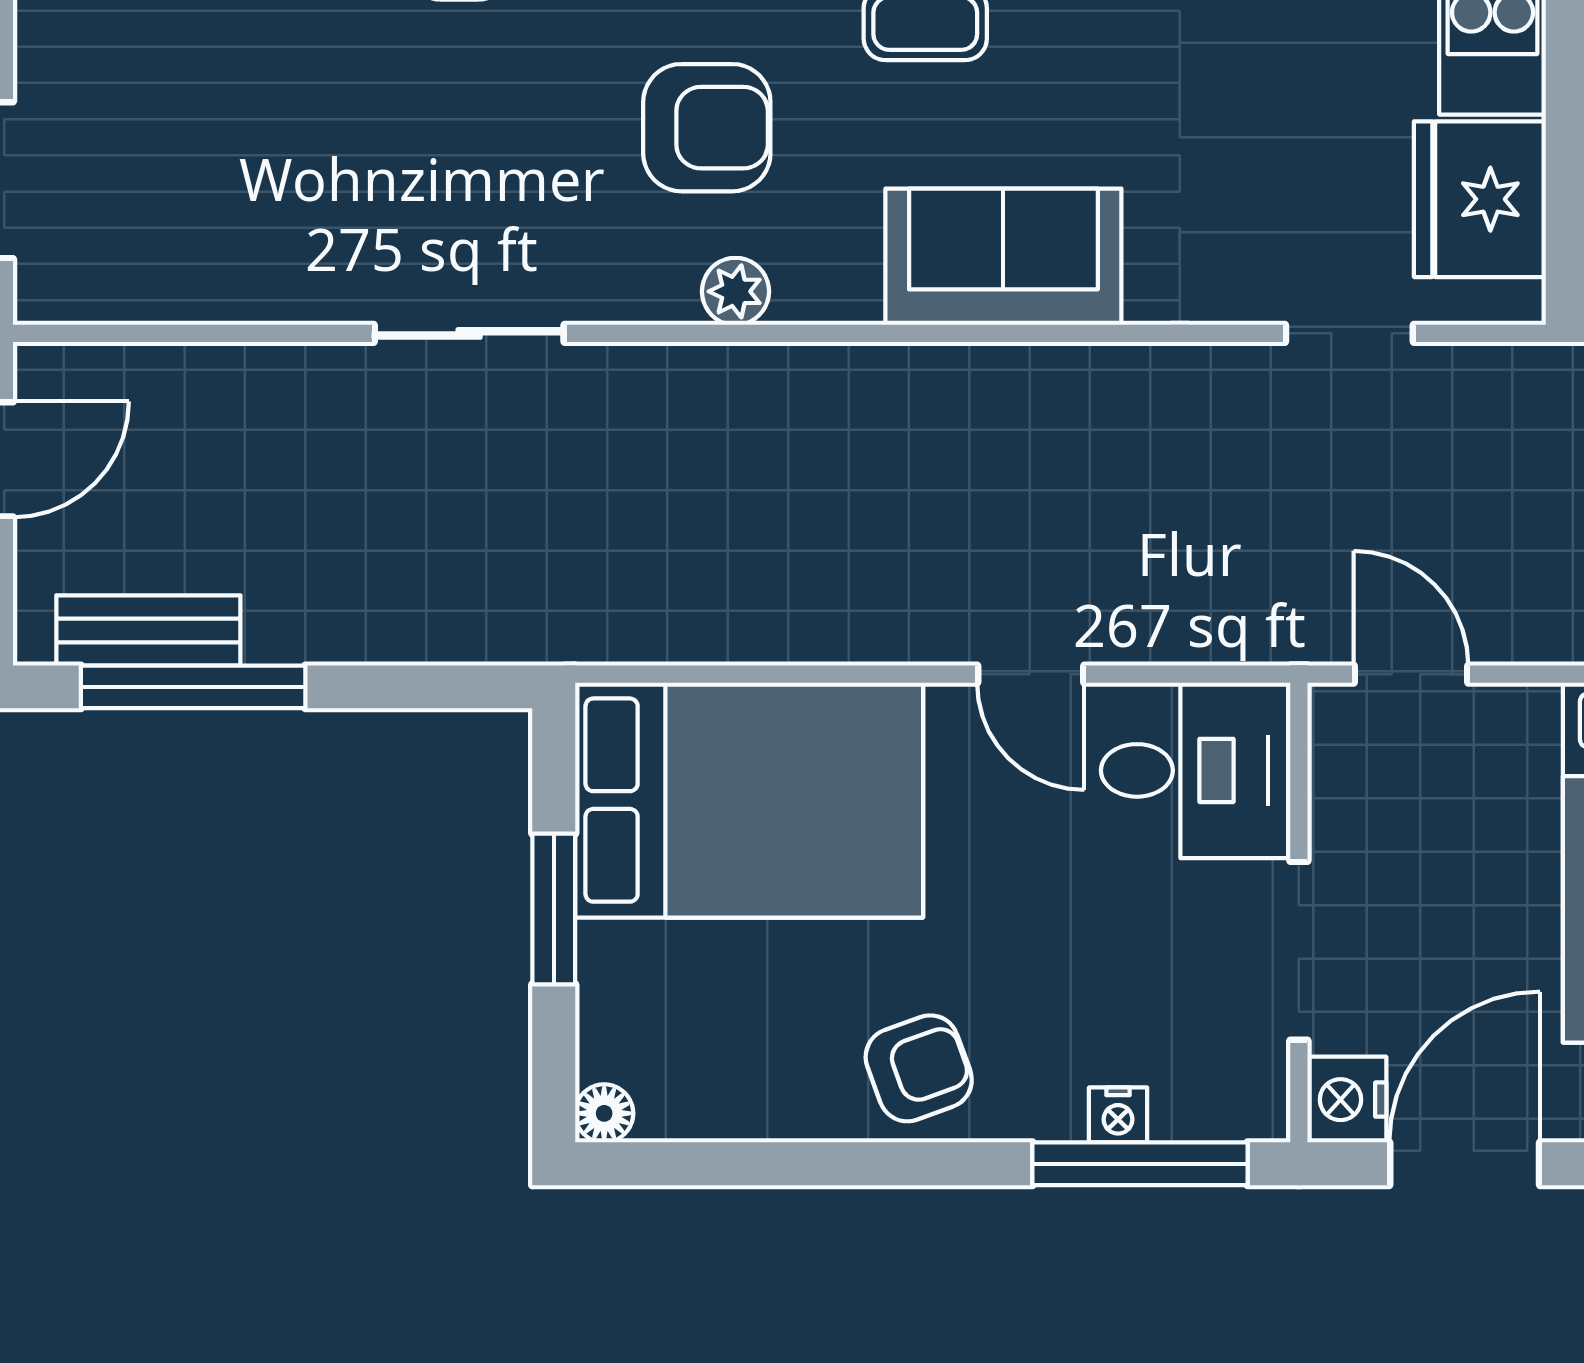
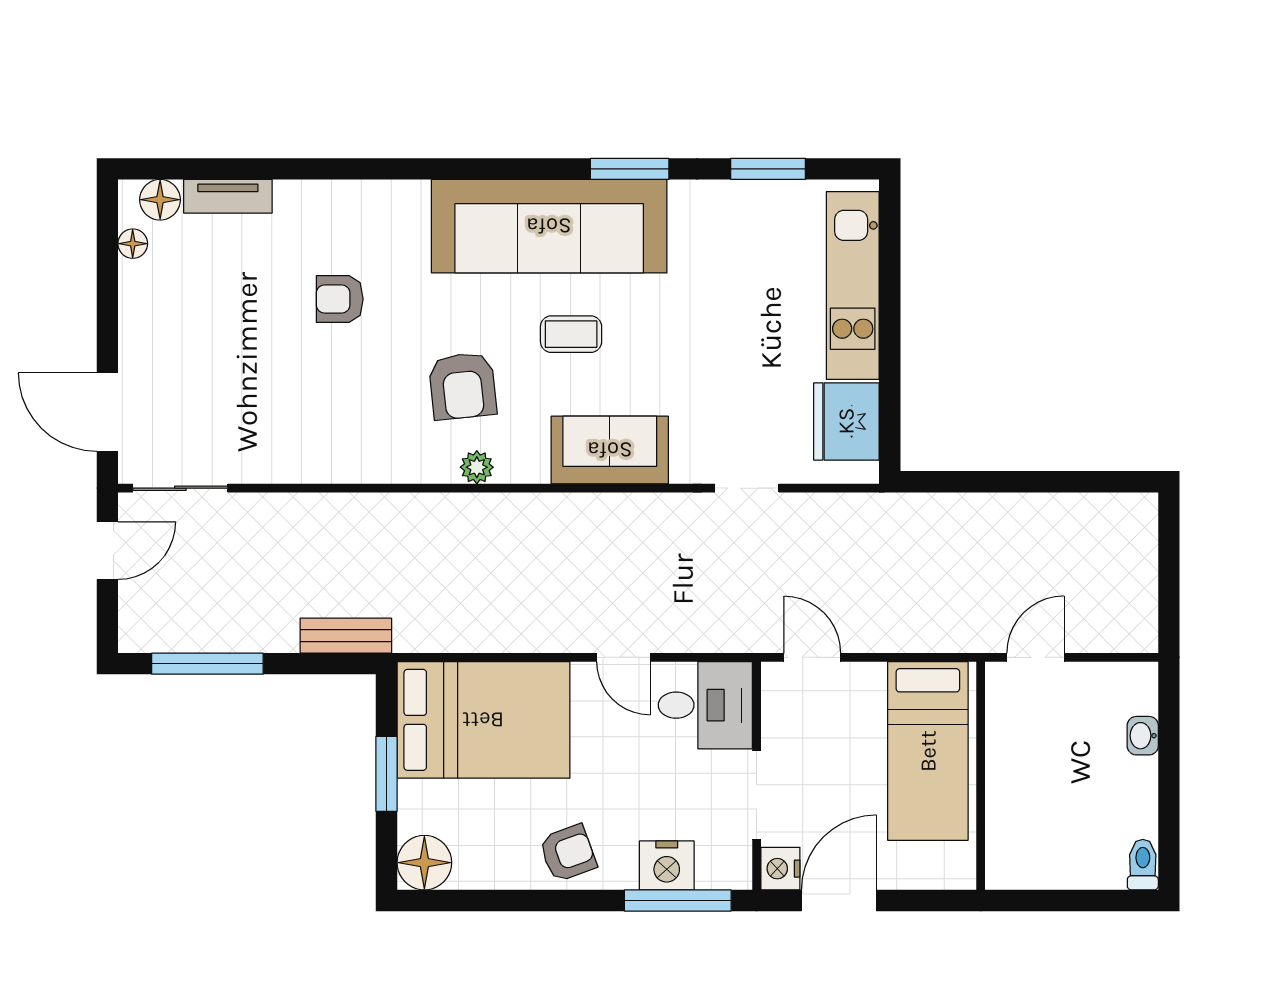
armchair: (707, 128) -> (463, 386), turned 84
sliding door: (469, 333) -> (180, 488), moved
doorway: (1349, 333) -> (747, 488), moved
bench: (148, 630) -> (346, 636), moved
floor lamp: (604, 1113) -> (424, 863), width x1.89, depth x1.89
nightstand: (1118, 1115) -> (667, 865), width x1.89, depth x1.79

